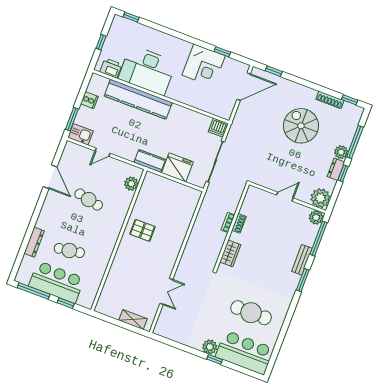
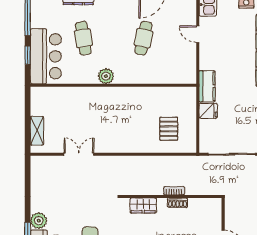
fridge: (177, 167) -> (208, 111), width x0.53, depth x0.75
plant: (131, 184) -> (106, 76), moved
pallet: (142, 230) -> (169, 129), moved
bar counter: (57, 282) -> (46, 56), moved
double door: (166, 291) -> (79, 154), swing flipped

